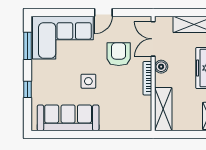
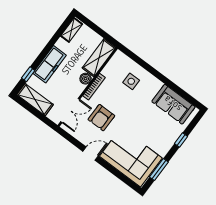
boiler: (161, 67) -> (86, 79), moved
side table: (88, 81) -> (131, 81), moved
sofa: (68, 118) -> (173, 104), width x0.73

